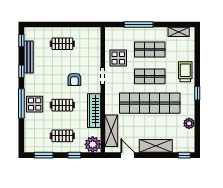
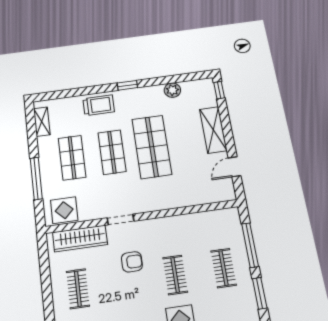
display table: (118, 58) -> (64, 210), moved
trolley: (185, 72) -> (99, 105), turned 180
shop shelf: (150, 103) -> (152, 147), width x0.71
wardrobe: (94, 111) -> (80, 238), moved
shelving: (111, 131) -> (202, 195), removed
plant: (93, 144) -> (228, 220), removed
window: (74, 155) -> (250, 245), width x2.17

